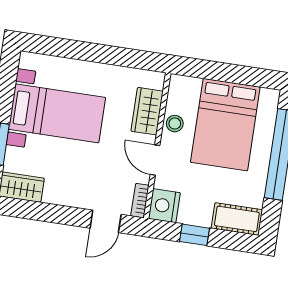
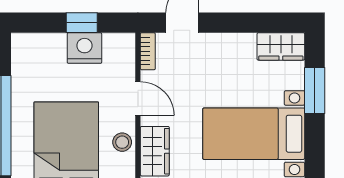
nightstand: (164, 206) -> (84, 48), moved, turned -90
cot: (237, 219) -> (38, 47), removed

